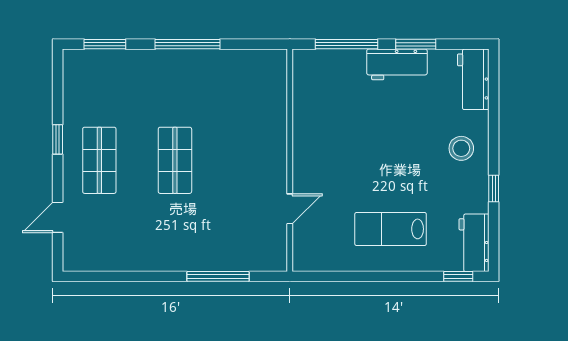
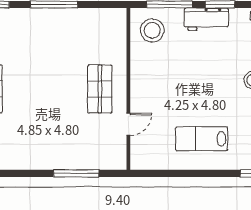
stool: (322, 80) -> (152, 30), added
shop shelf: (175, 160) -> (100, 89), moved

